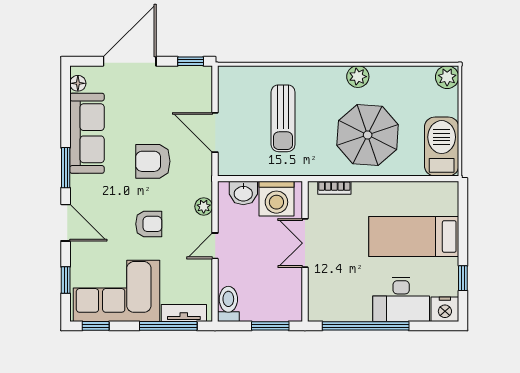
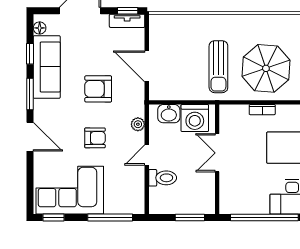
plant: (358, 77) -> (258, 23), removed
sun lounger: (283, 118) -> (218, 67), moved
bookcase: (334, 188) -> (262, 110), moved
window: (66, 280) -> (30, 54), moved
toilet: (228, 304) -> (163, 178), moved, turned 90
tv unit: (184, 313) -> (127, 21), moved, turned 180

